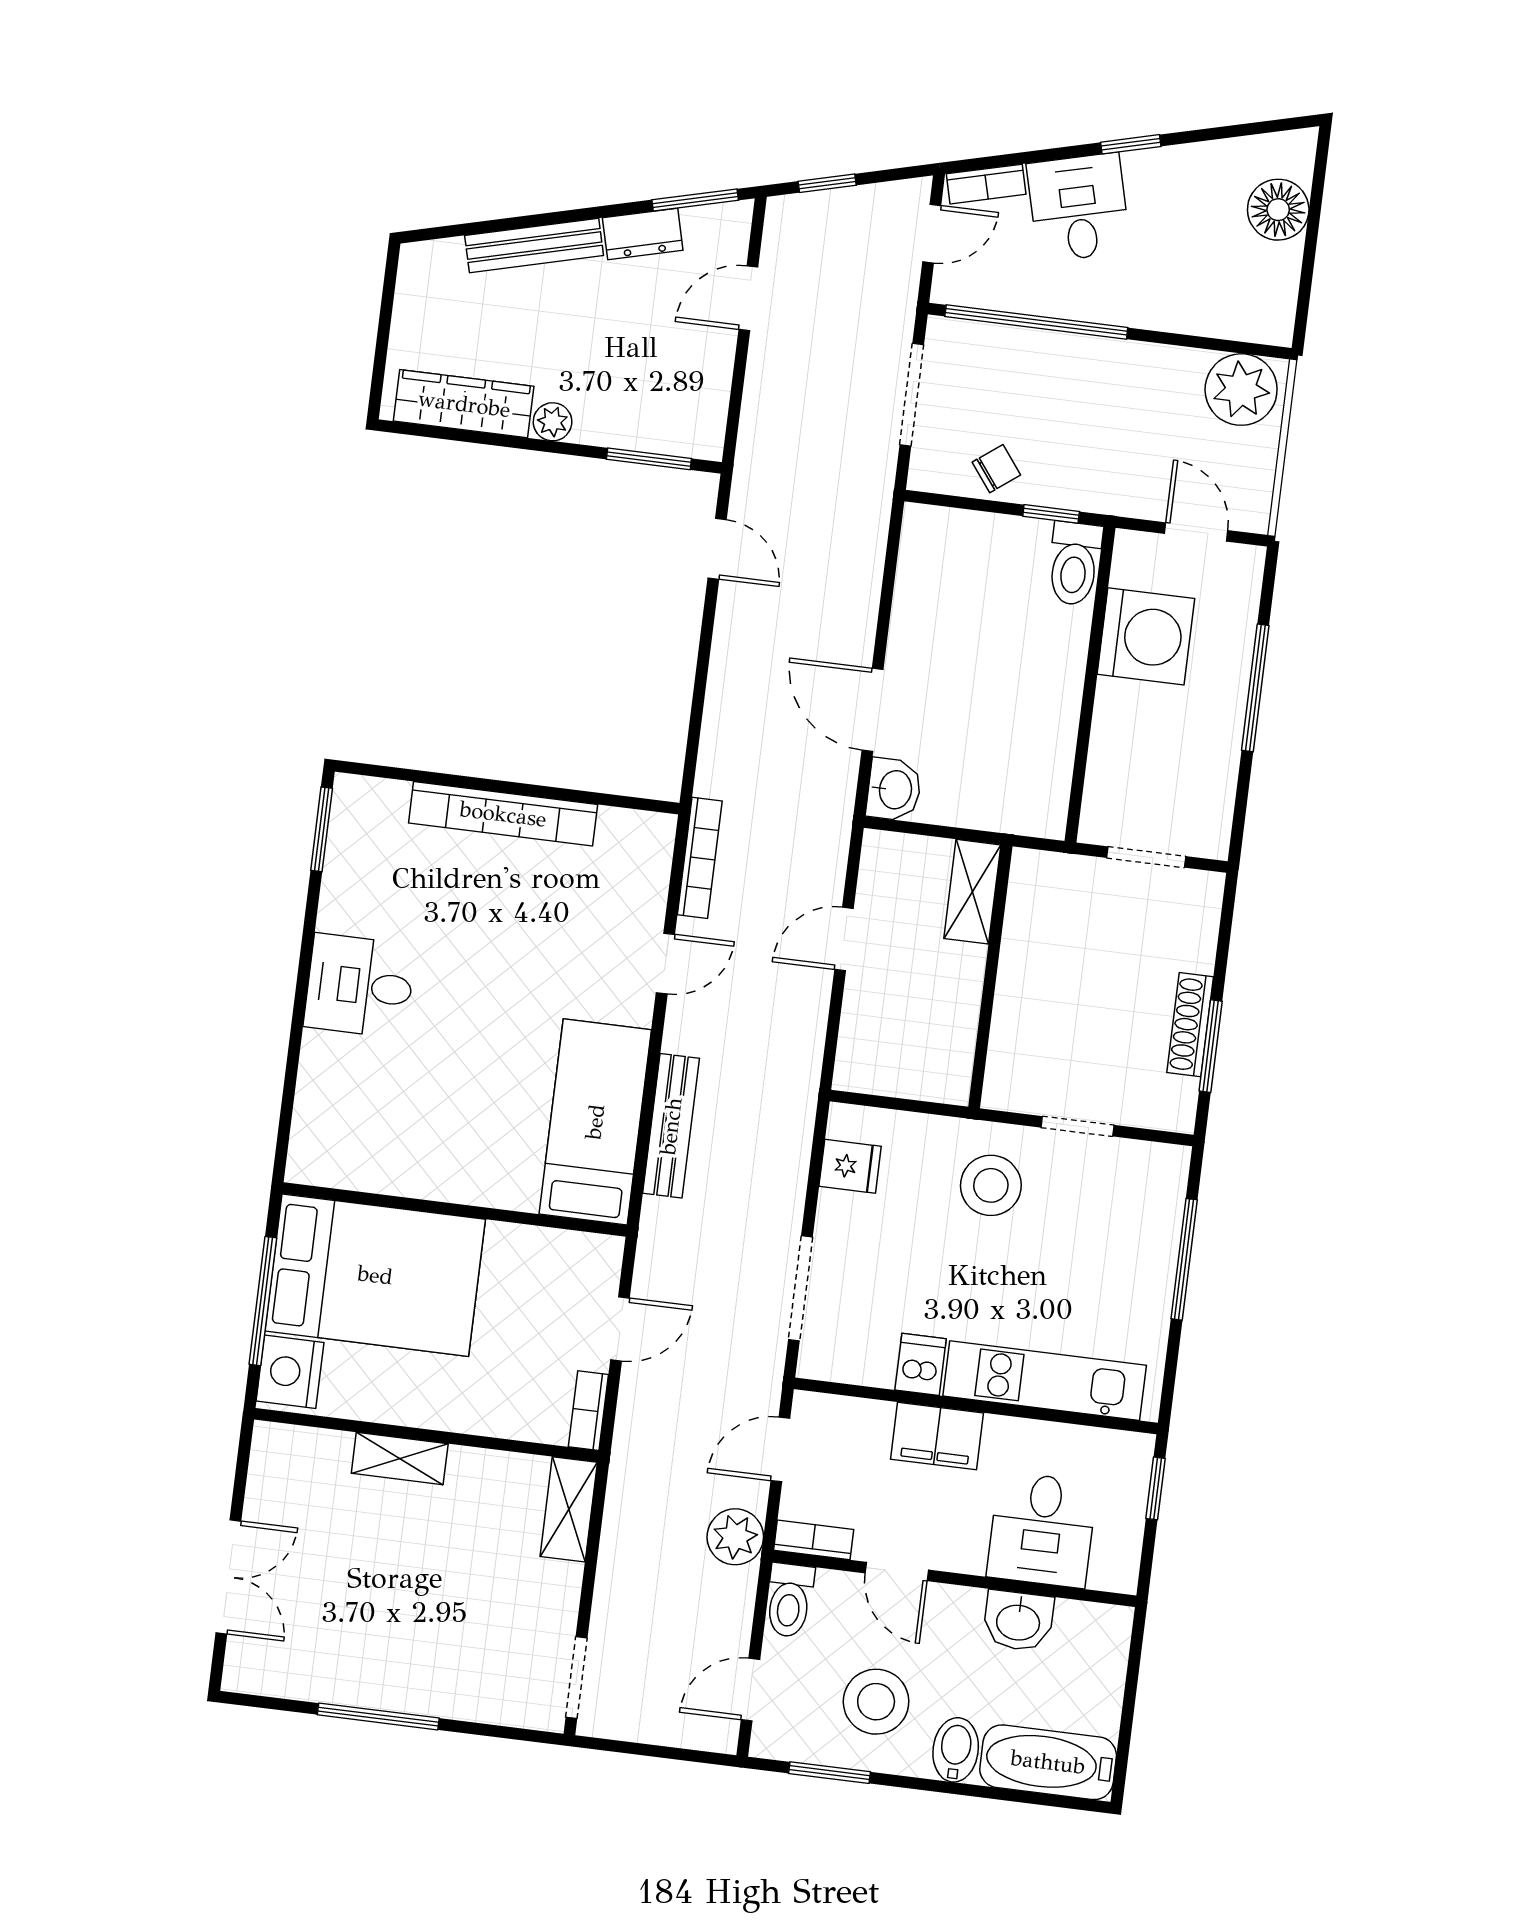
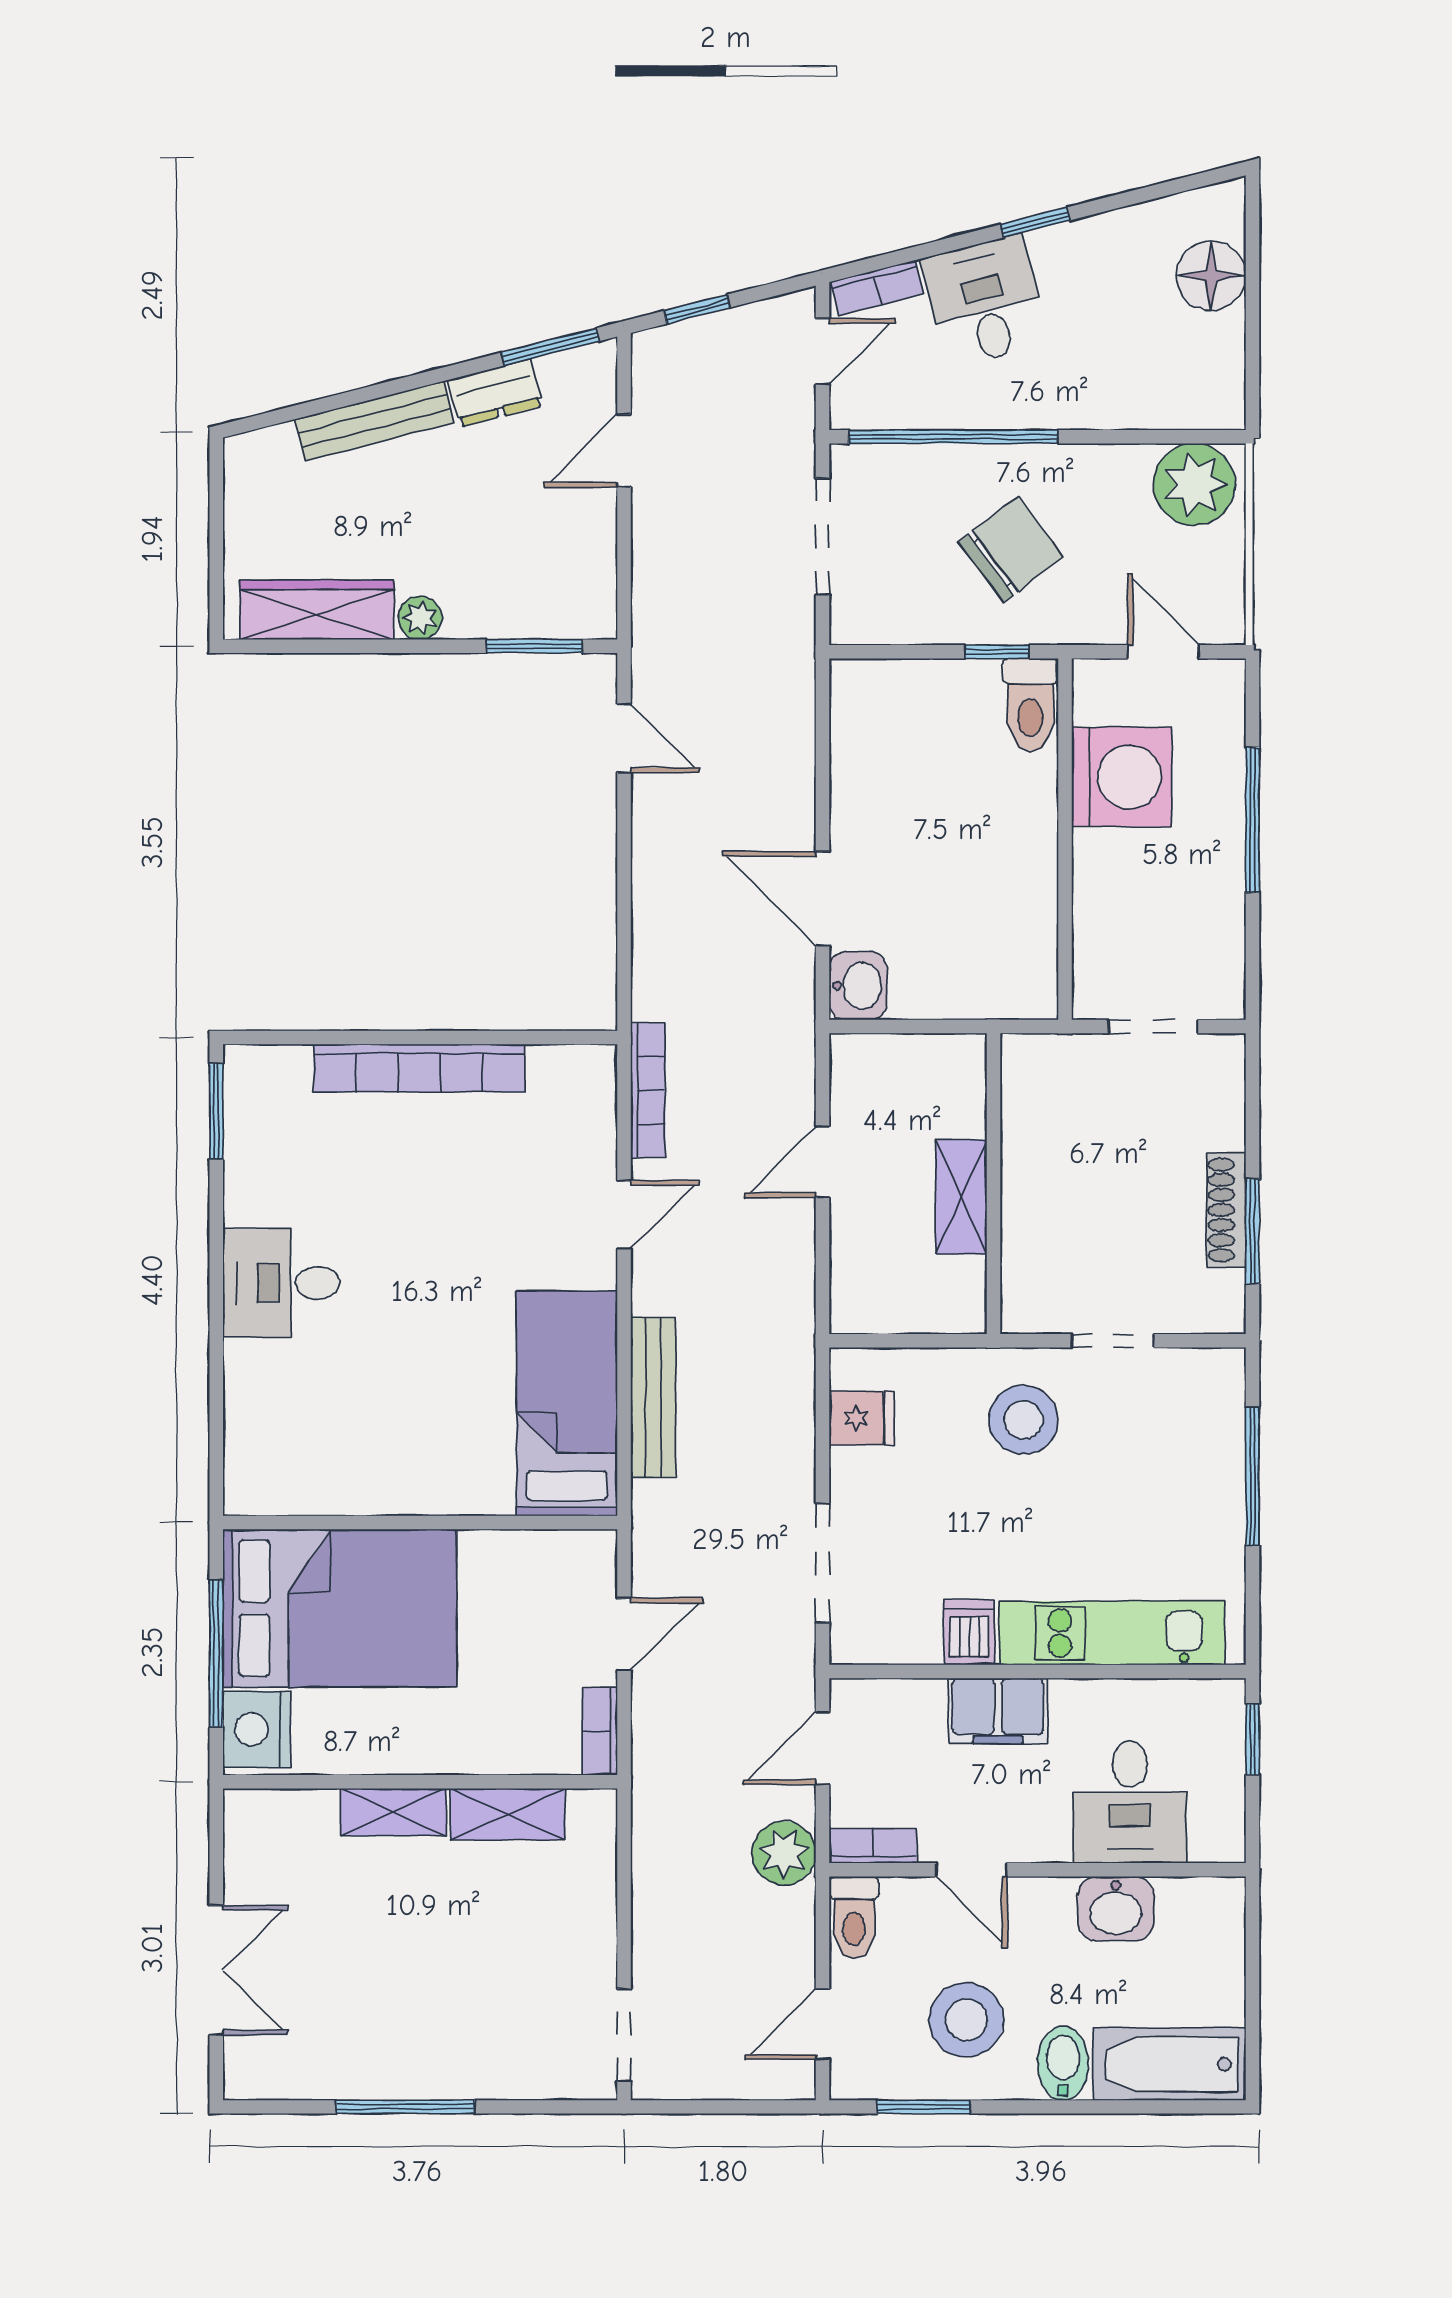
chair: (996, 469) -> (1011, 549), moved, width x1.87, depth x1.87
shelving: (972, 892) -> (961, 1197), moved
shelving: (569, 1509) -> (508, 1814), moved, turned 90

